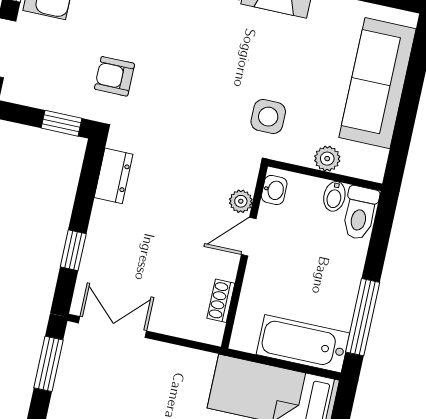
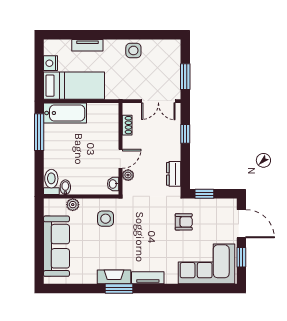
washbasin: (274, 190) -> (113, 184), moved
plant: (241, 201) -> (128, 175), moved
door: (249, 237) -> (120, 159), moved
wall: (244, 257) -> (120, 149), moved
shoe rack: (221, 301) -> (127, 125), moved

